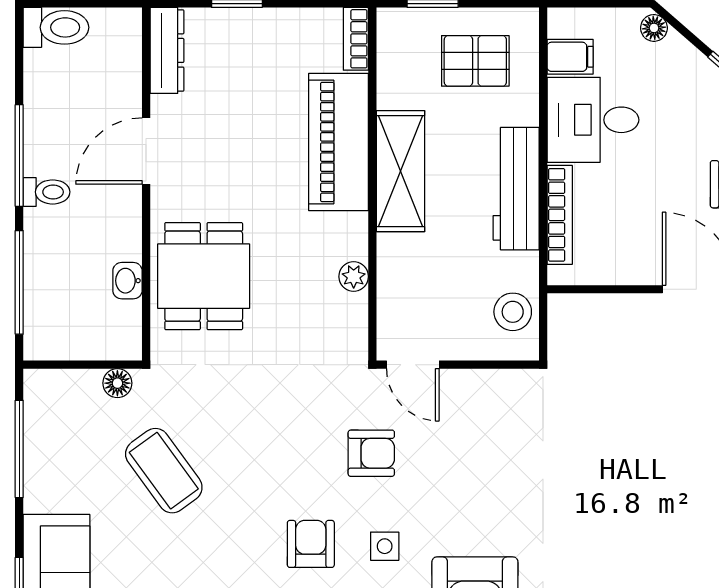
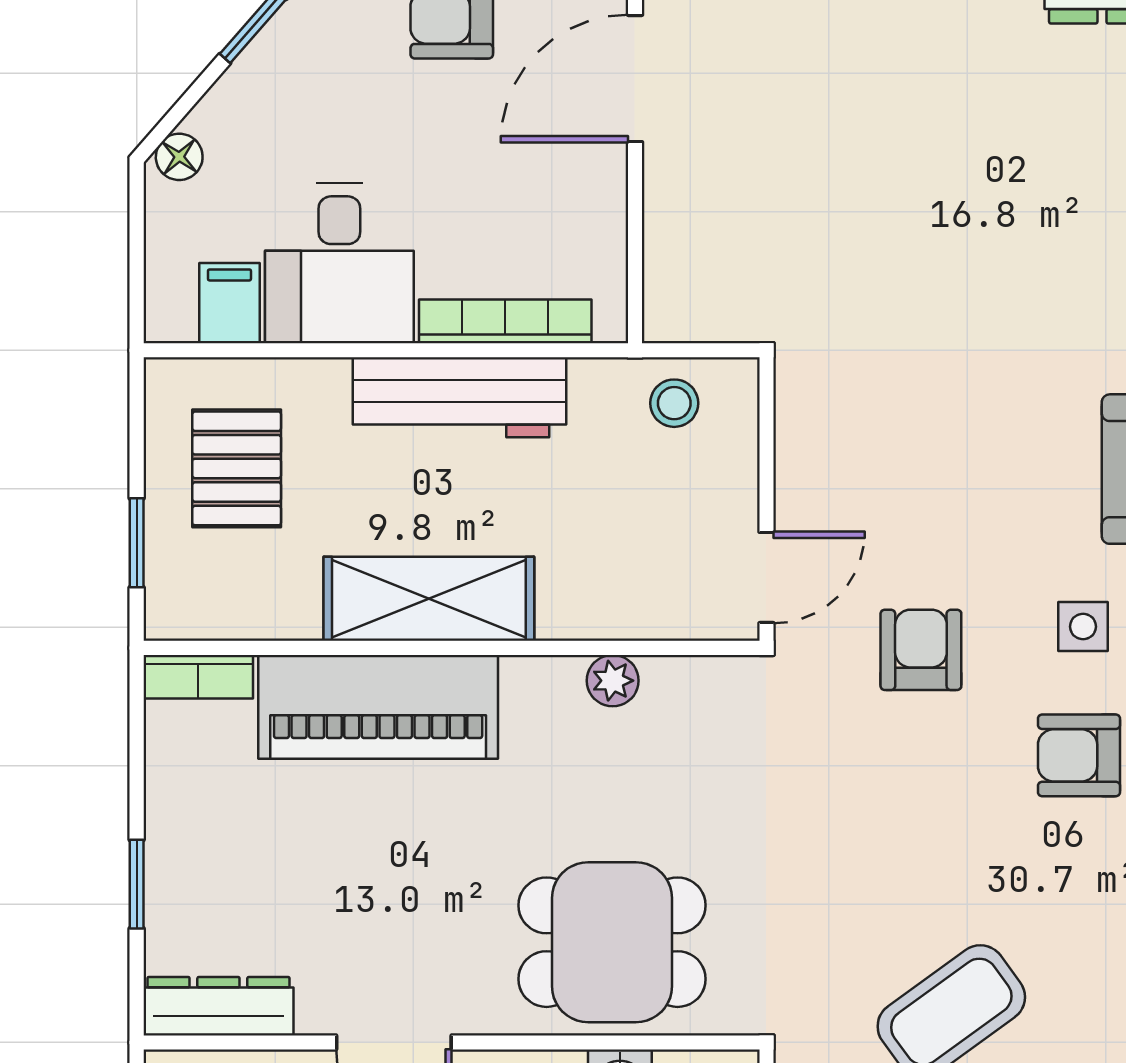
stool: (513, 312) -> (674, 403), width x0.73, depth x0.73

